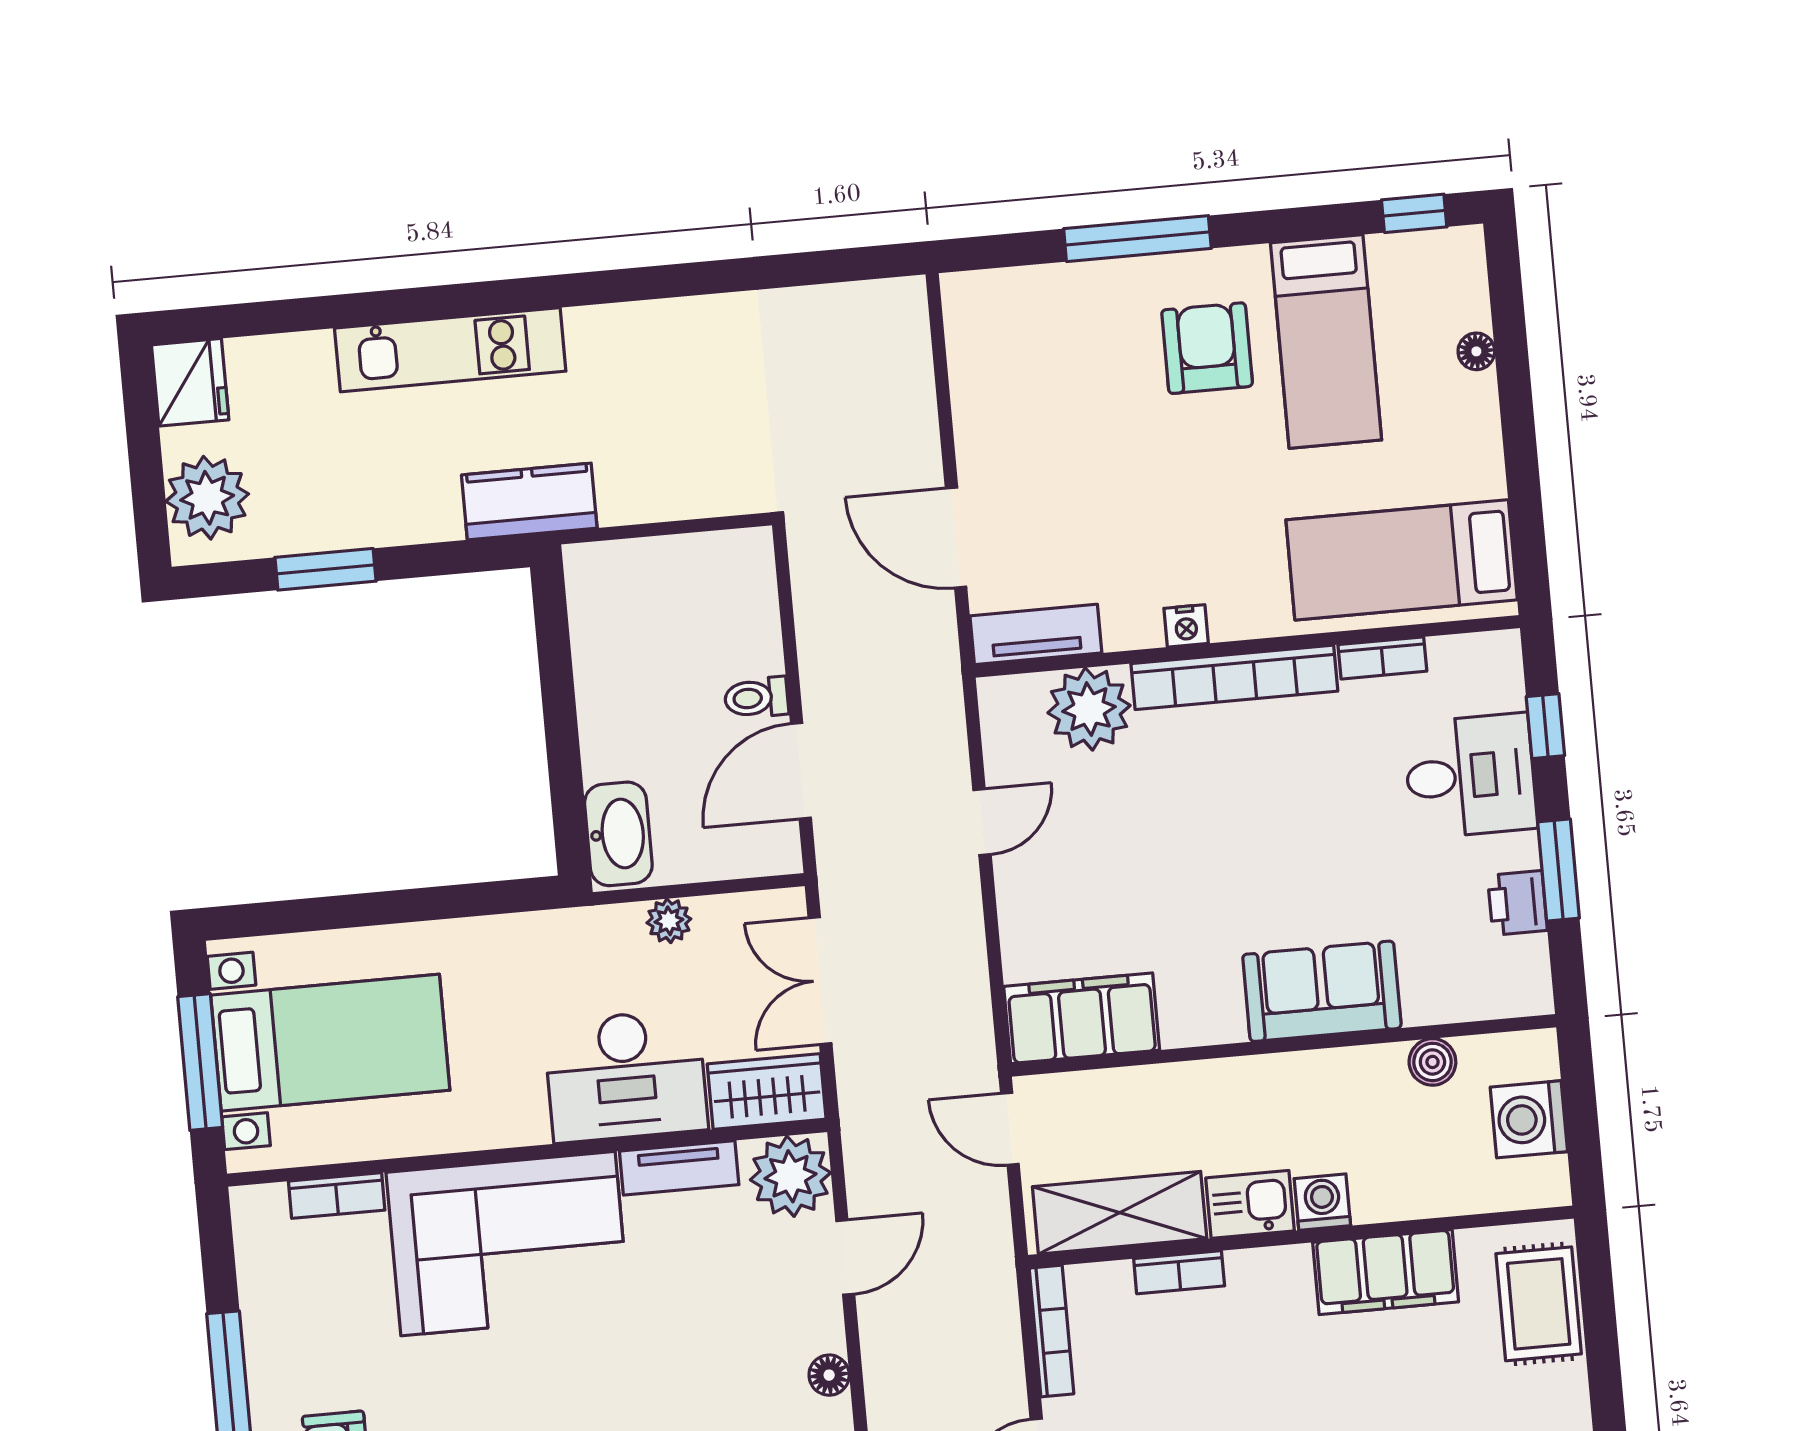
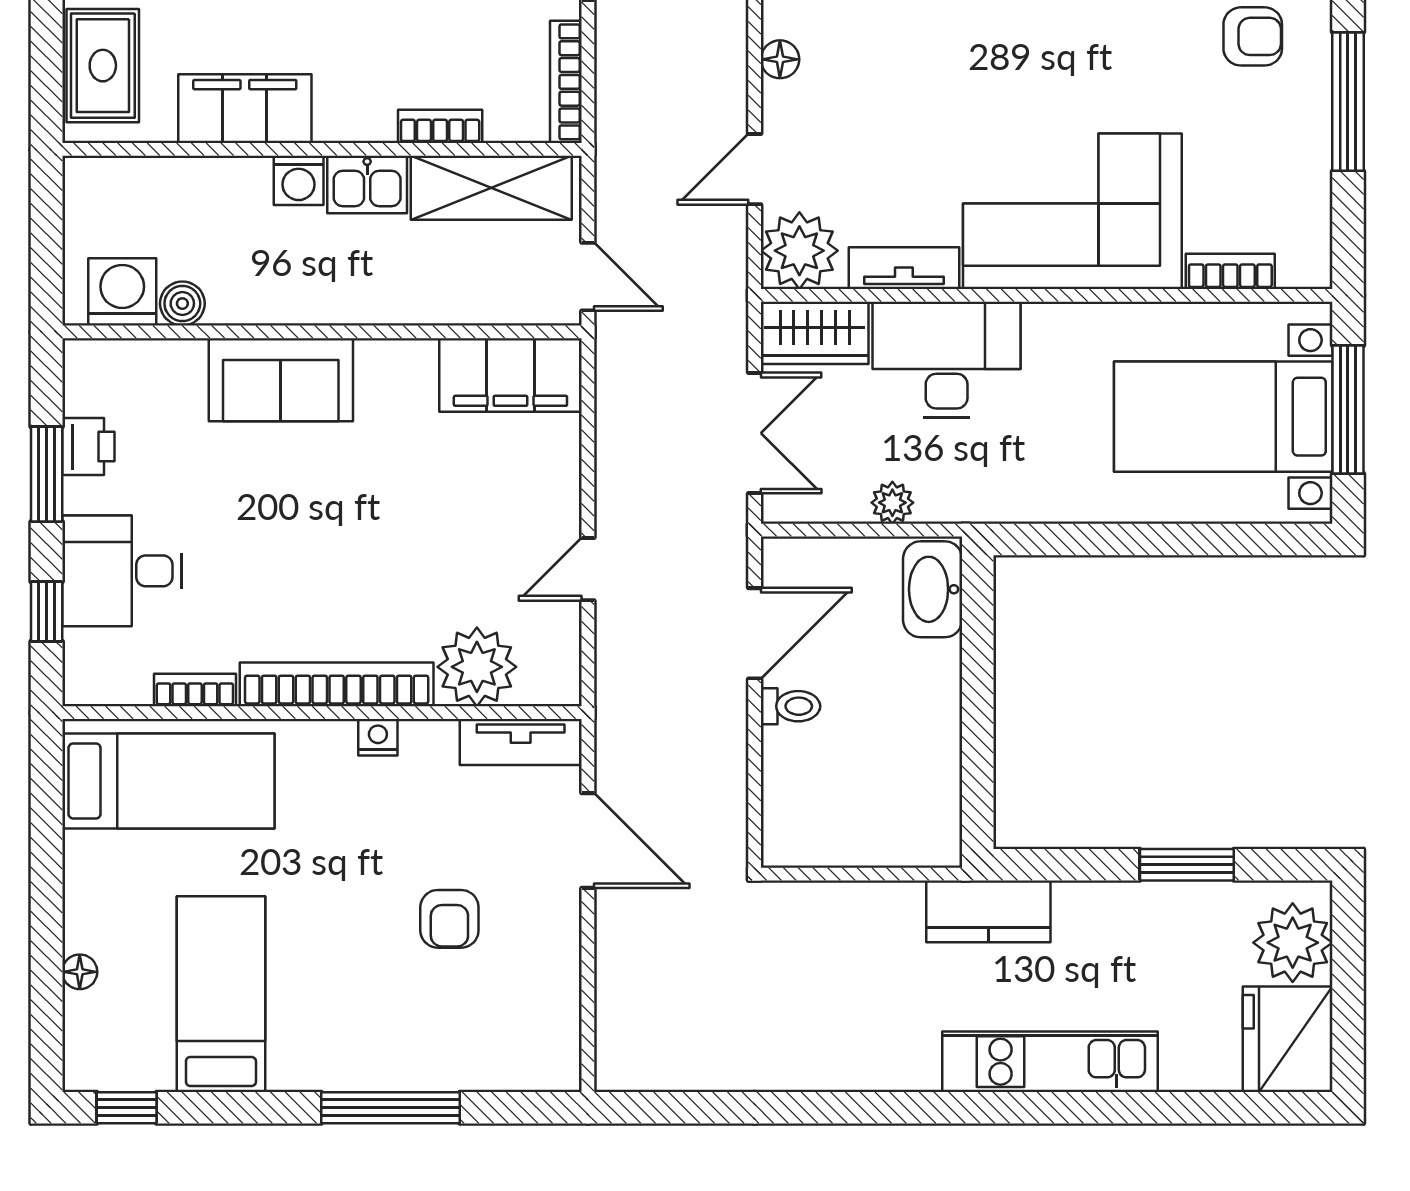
armchair: (1207, 348) -> (449, 919), moved, width x0.72, depth x0.72
fridge: (190, 382) -> (1288, 1039), width x1.36, depth x1.34
washing machine: (1529, 1119) -> (122, 292), moved, turned -90

